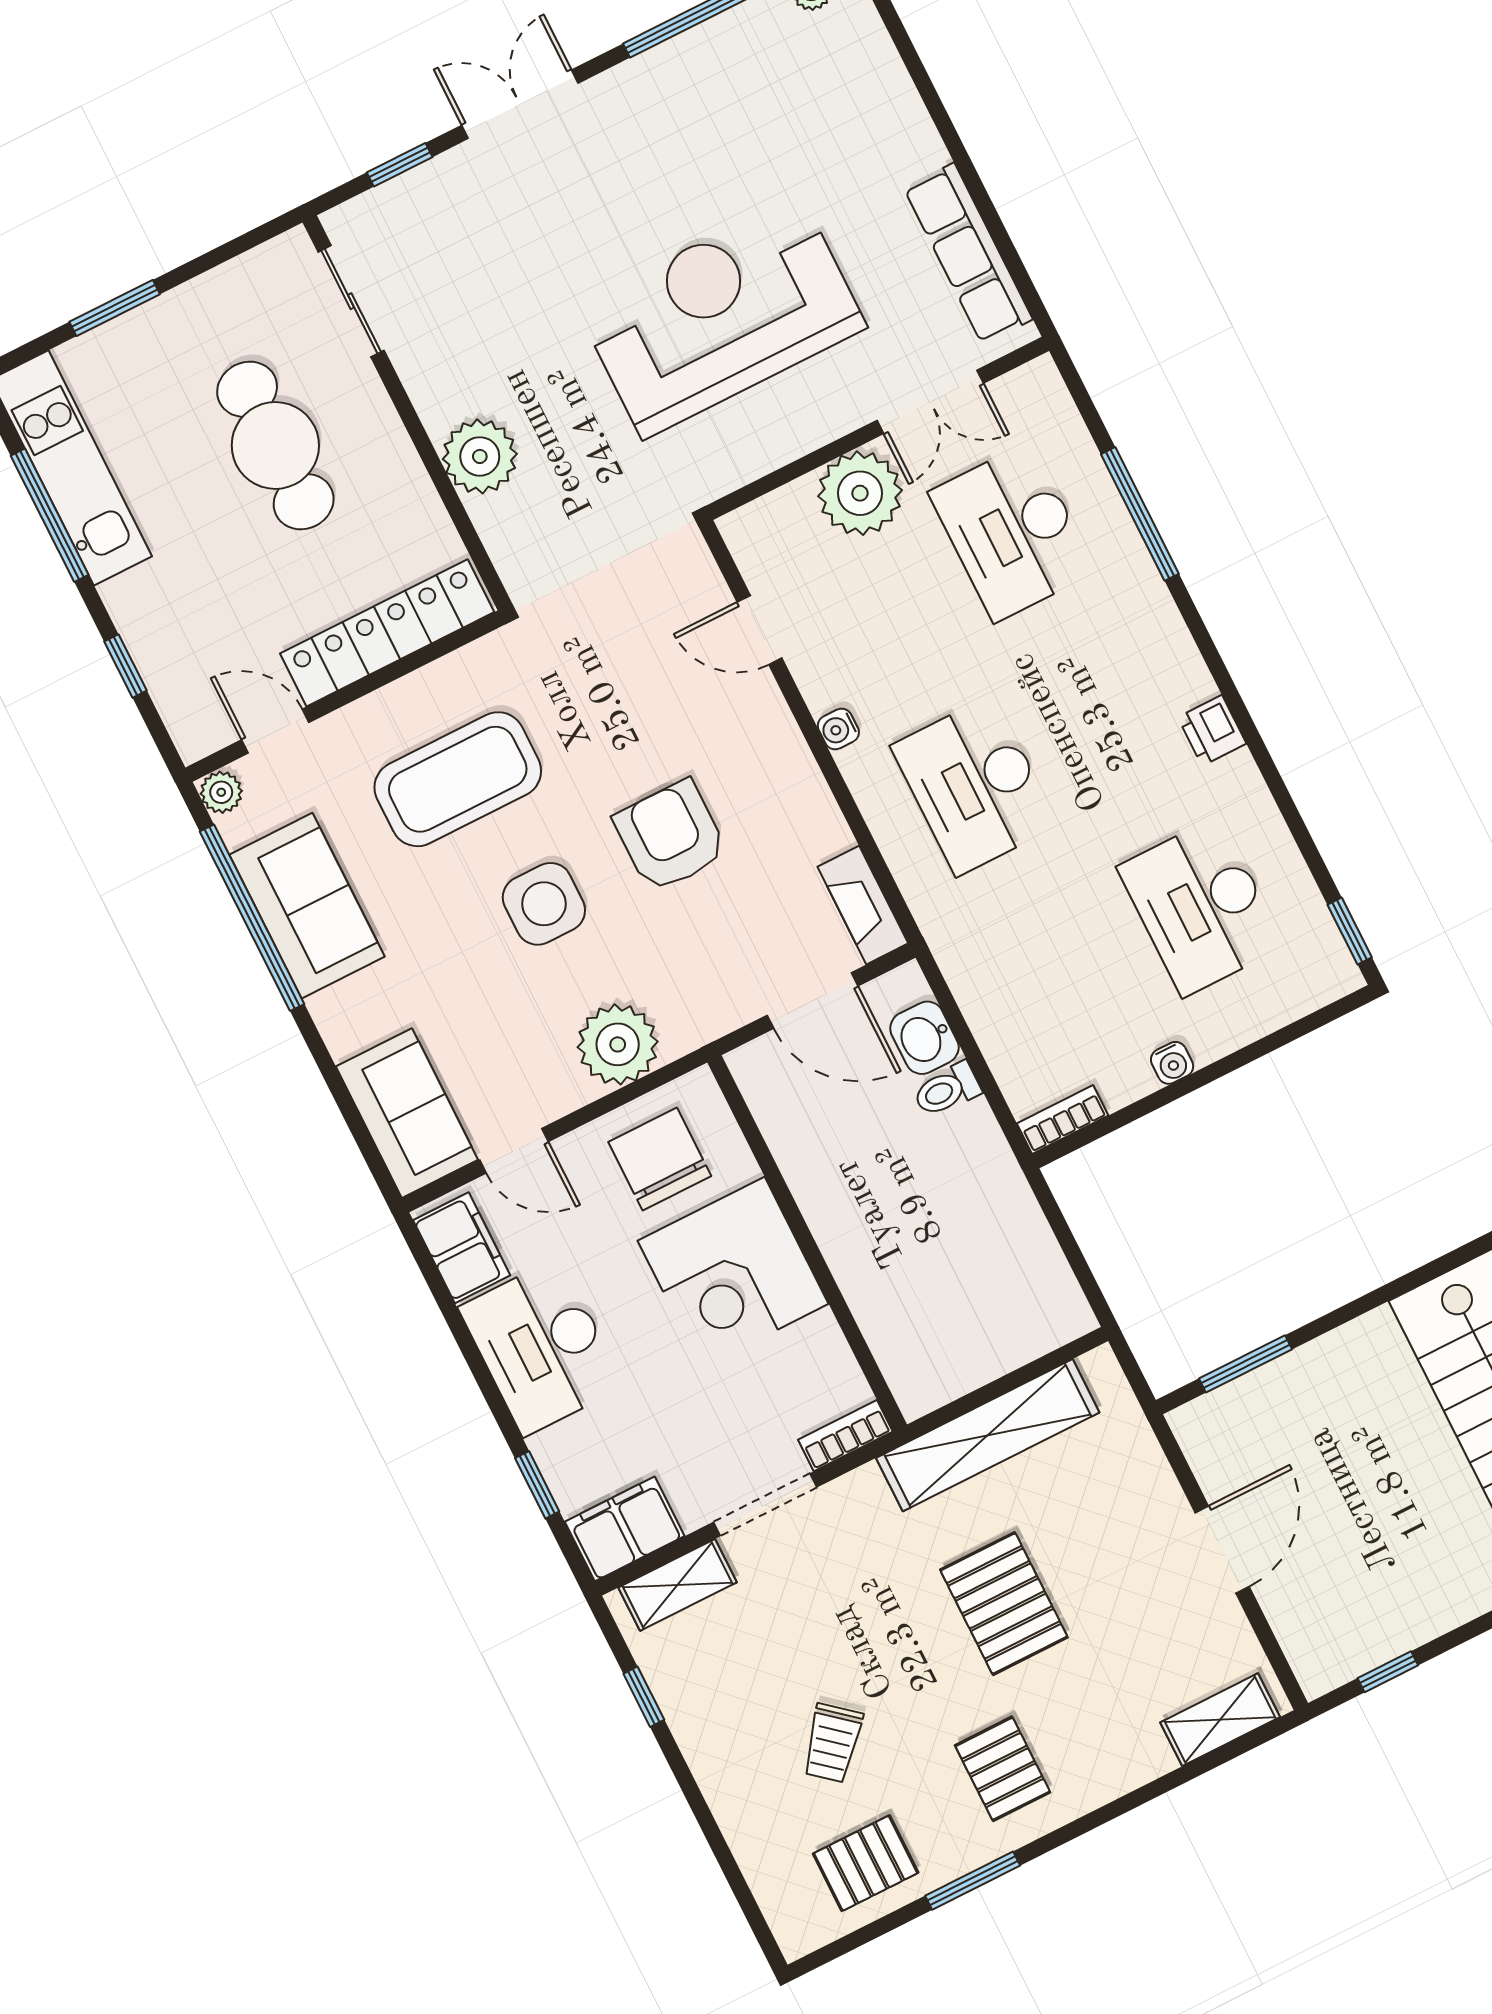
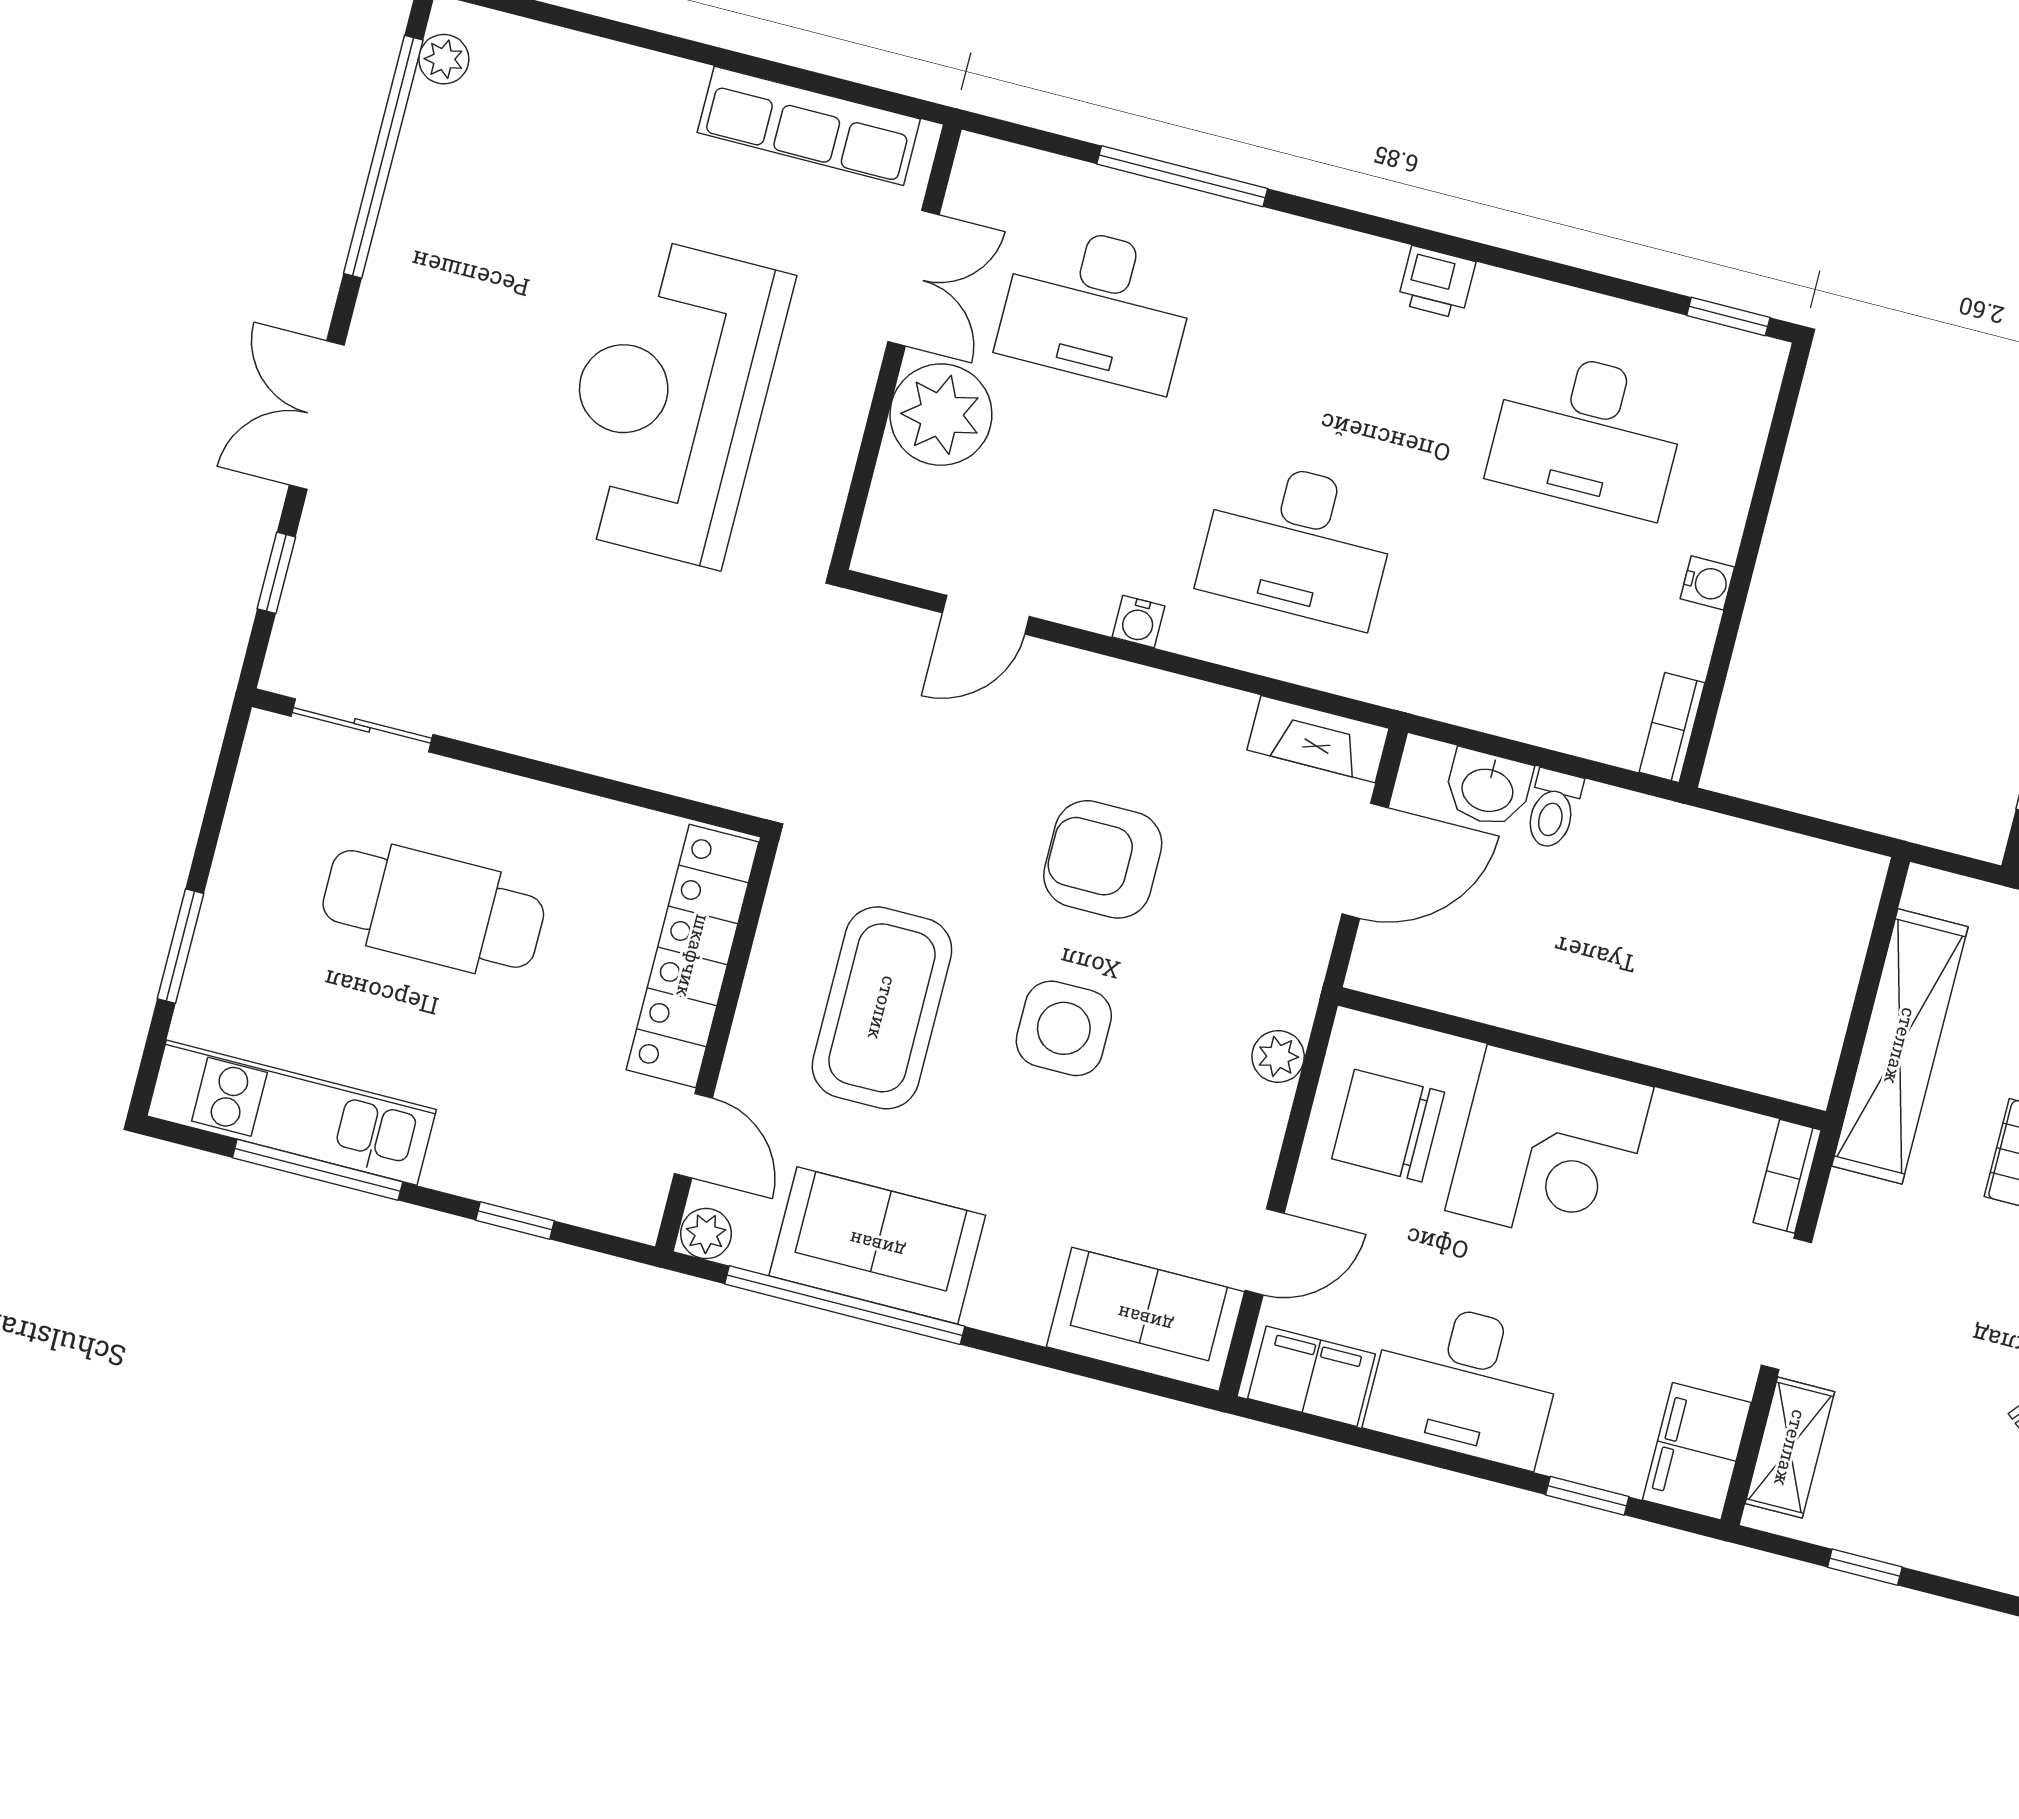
plant: (480, 456) -> (606, 731), removed
door: (275, 731) -> (693, 1136), swing flipped
plant: (618, 1044) -> (1278, 1057), width x0.53, depth x0.53

